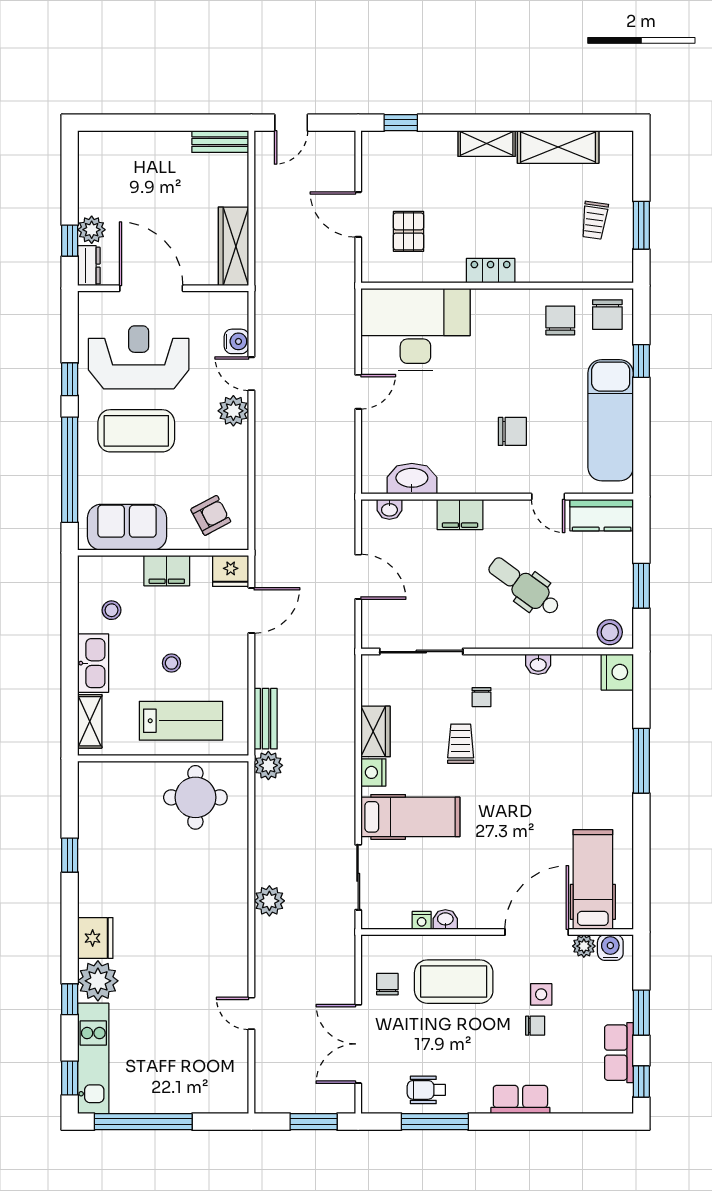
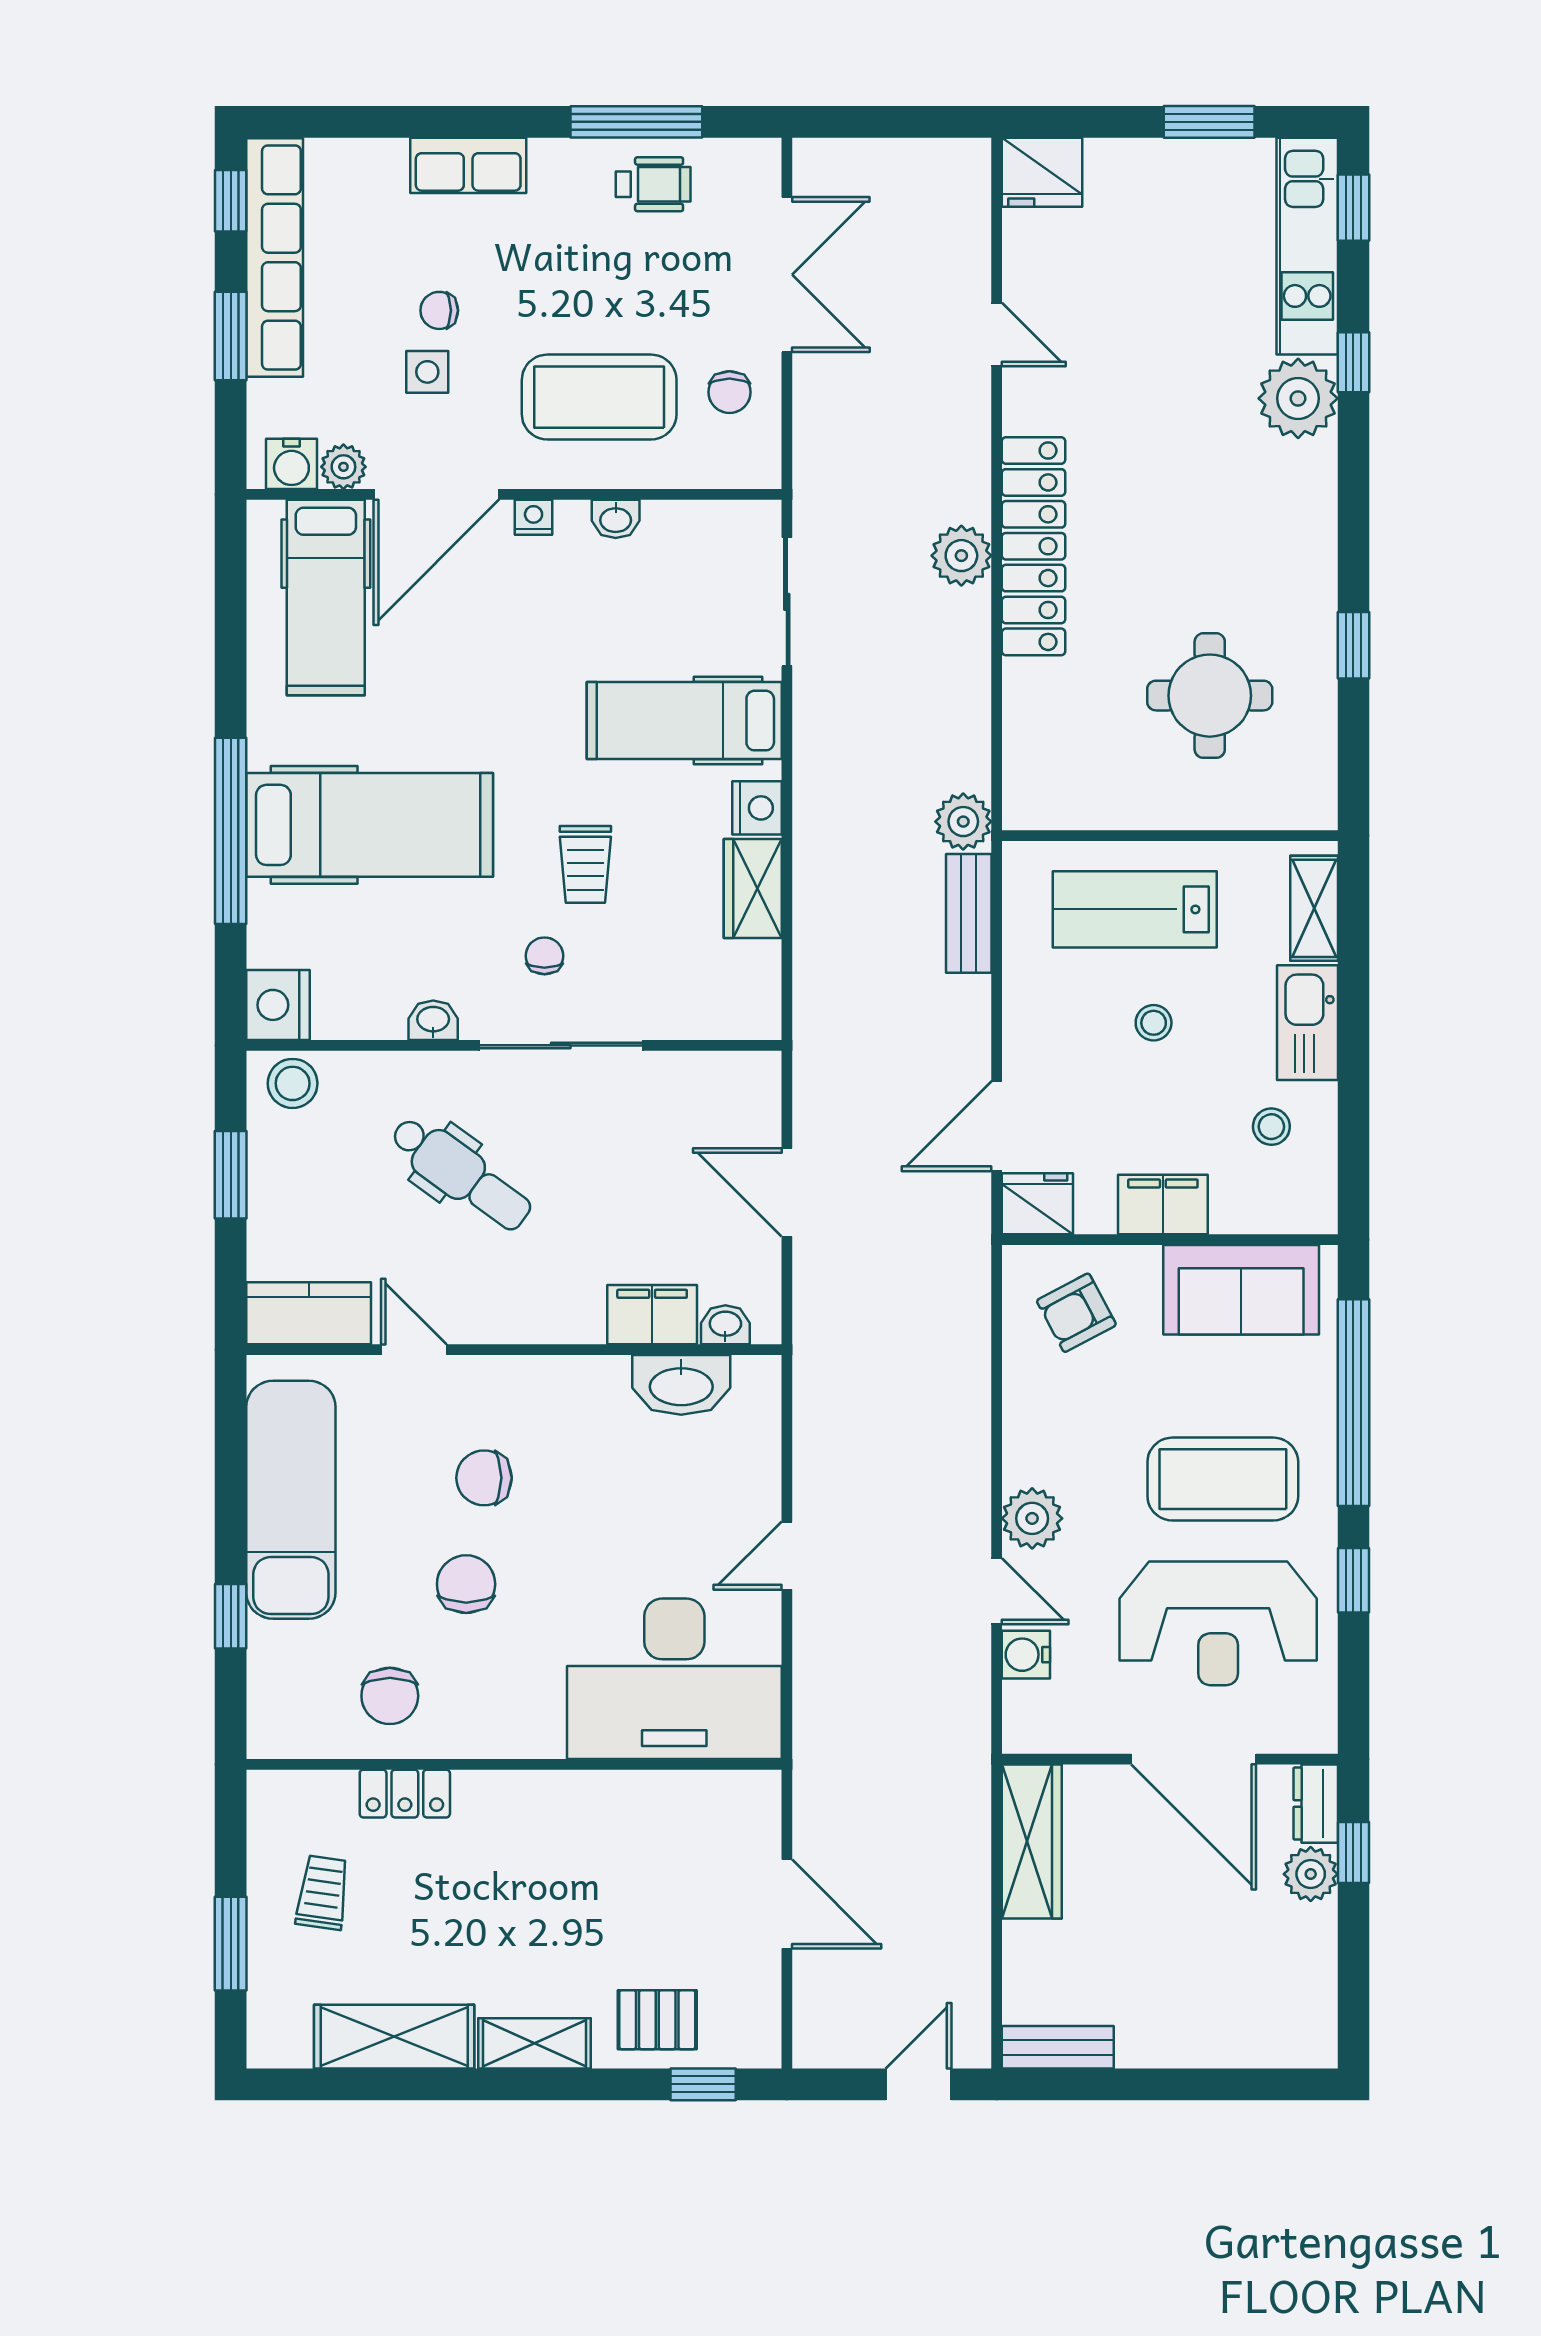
window: (641, 225) -> (231, 1944), moved
pallet: (408, 231) -> (657, 2020), moved, turned 90
locker: (491, 271) -> (405, 1794), moved
chair: (607, 315) -> (466, 1584), moved
filing cabinet: (460, 514) -> (652, 1315), moved
sliding door: (421, 652) -> (561, 1045), moved
window: (641, 761) -> (231, 831), width x1.46
hospital bed: (571, 764) -> (370, 825), added
round table: (195, 797) -> (1210, 696), moved
locker: (233, 906) -> (1034, 546), added
nightstand: (422, 920) -> (534, 517), moved
fridge: (95, 938) -> (1042, 172), moved, turned -90
row of seats: (619, 1053) -> (275, 257), width x2.02
window: (143, 1122) -> (1209, 122), width x0.47
window: (314, 1122) -> (874, 122), removed

